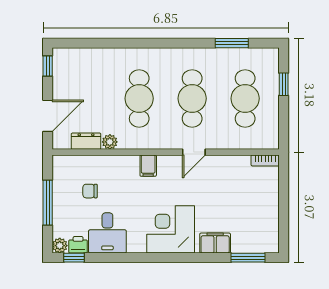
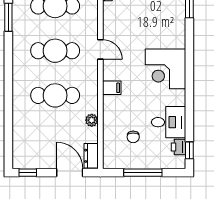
dresser: (86, 141) -> (91, 156), moved
filing cabinet: (215, 243) -> (177, 31), removed
plant: (60, 246) -> (179, 162), removed

